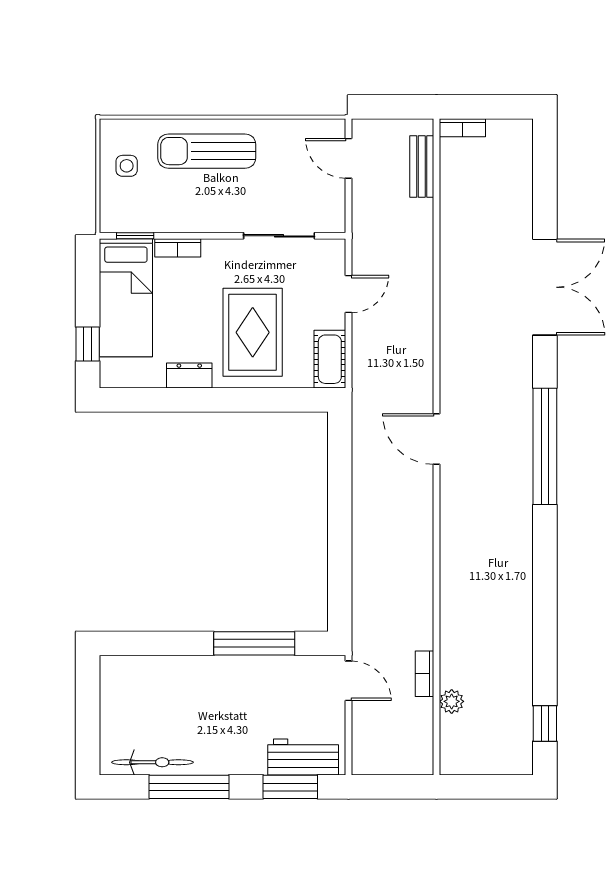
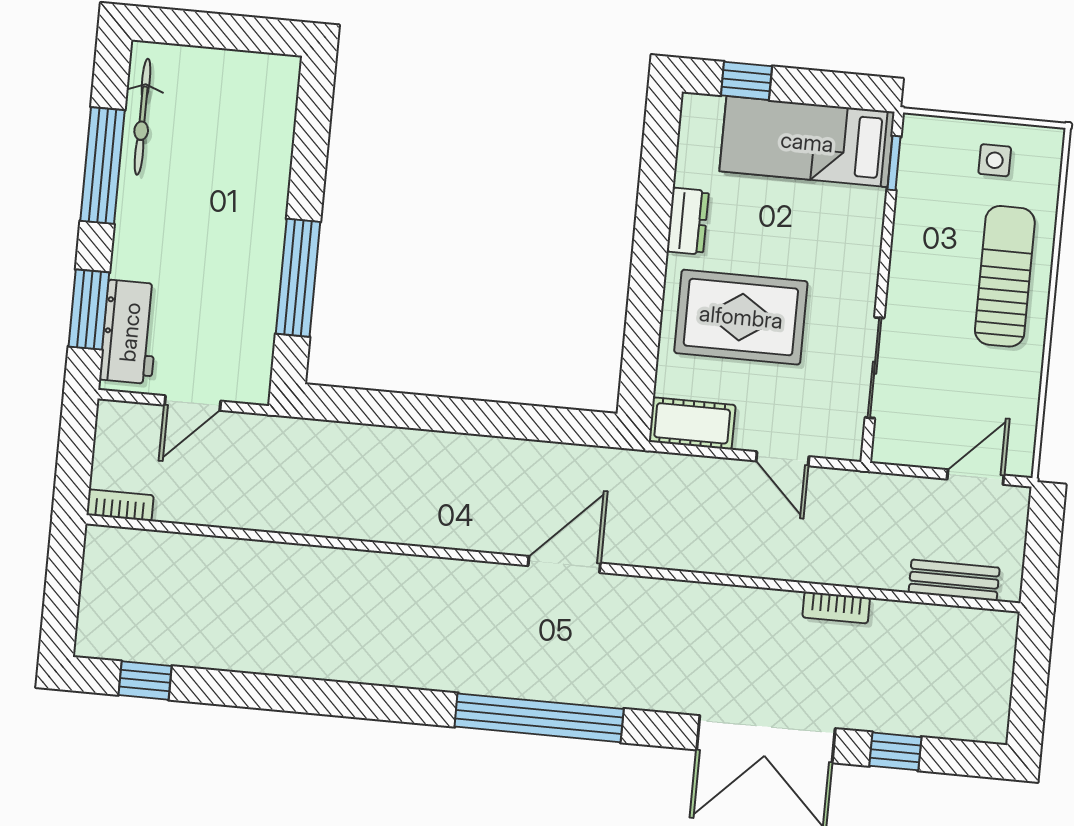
bookcase: (462, 128) -> (836, 608), moved, turned -90
window: (545, 196) -> (895, 751), added
bookcase: (178, 248) -> (871, 222), removed
bookcase: (424, 674) -> (120, 505), moved
door: (349, 681) -> (193, 403), moved
plant: (452, 701) -> (189, 551), removed

